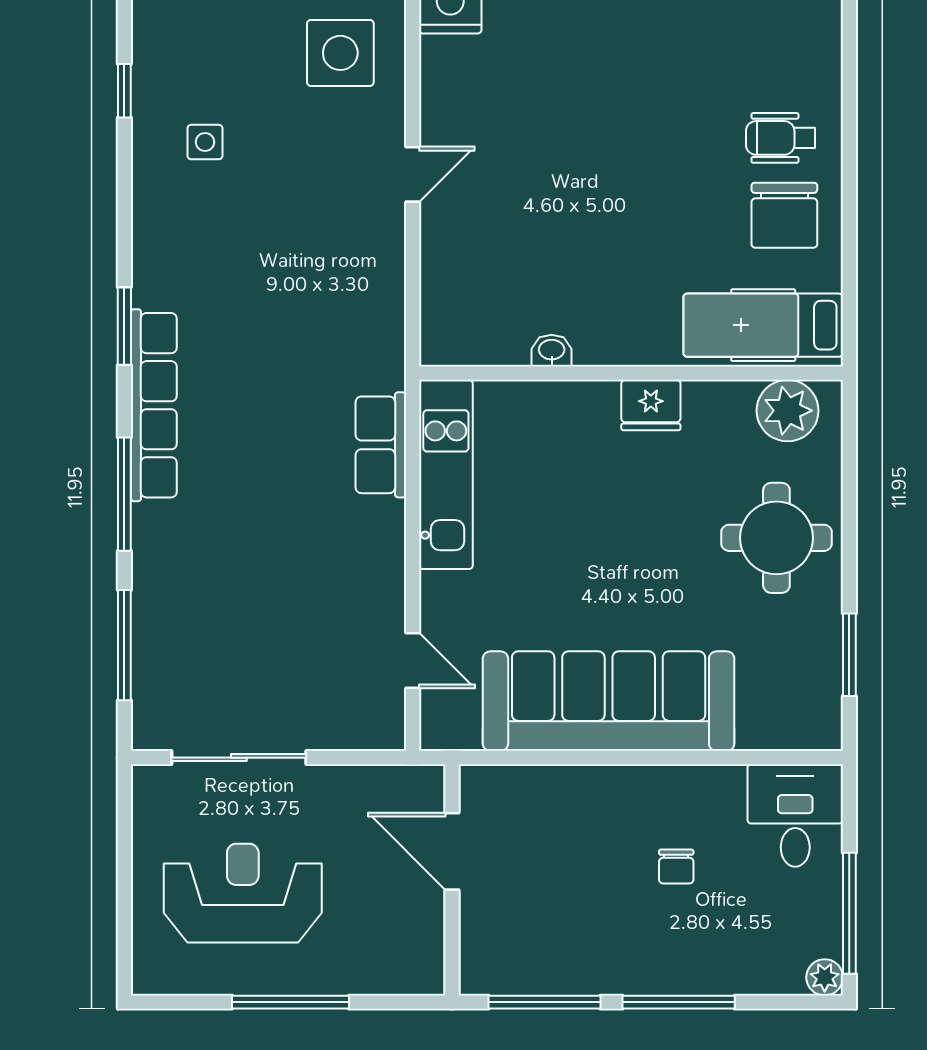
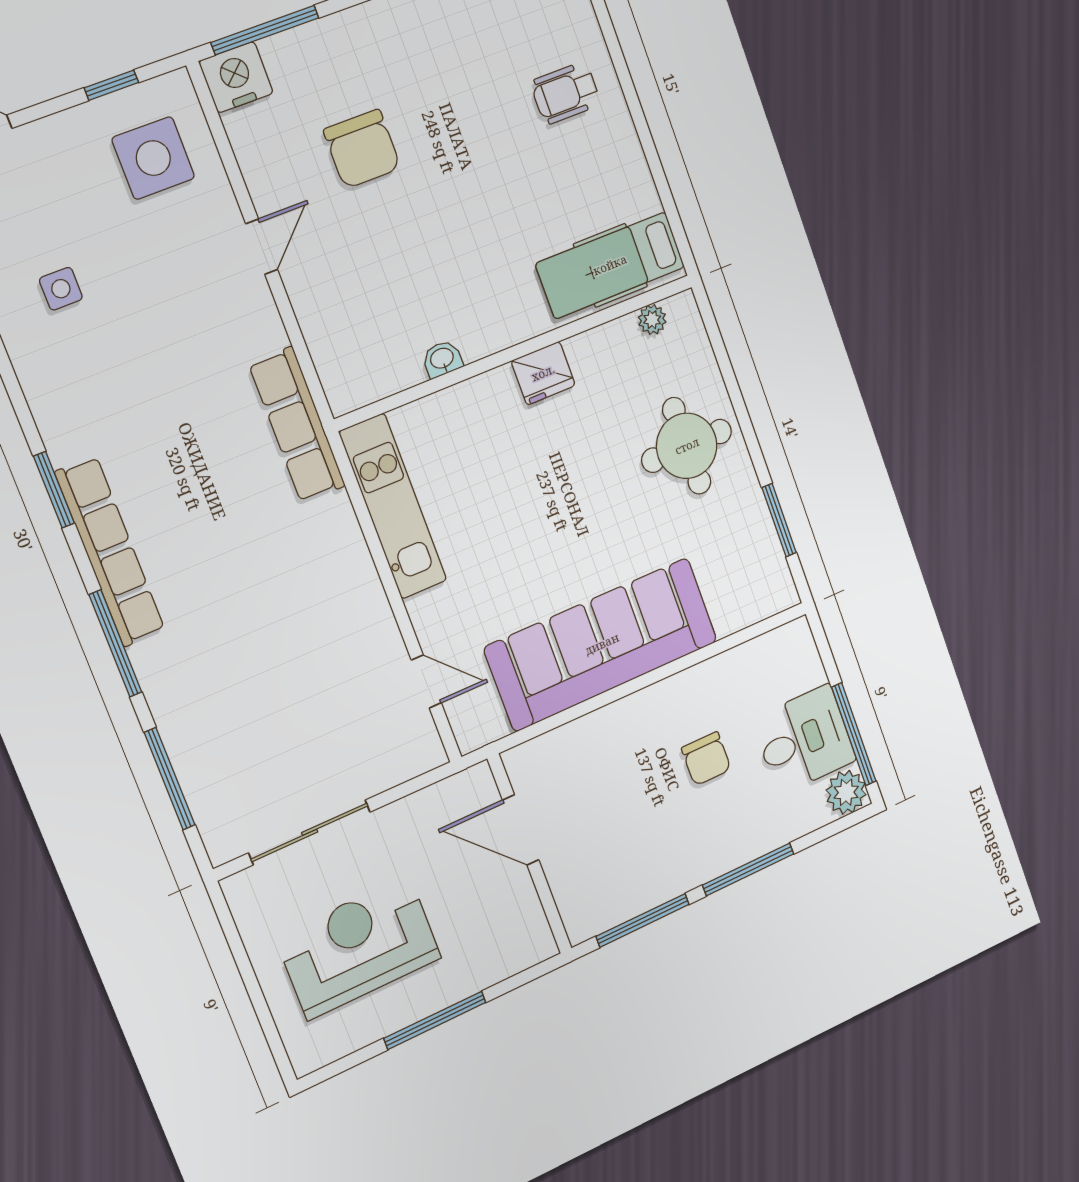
chair: (784, 215) -> (362, 149), moved
plant: (788, 411) -> (652, 320), width x0.53, depth x0.53
row of seats: (381, 445) -> (297, 425), moved, width x1.48
desk: (795, 815) -> (804, 740), moved, turned 90
chair: (676, 867) -> (706, 759), width x1.37, depth x1.37
plant: (825, 977) -> (846, 792), width x1.38, depth x1.38

